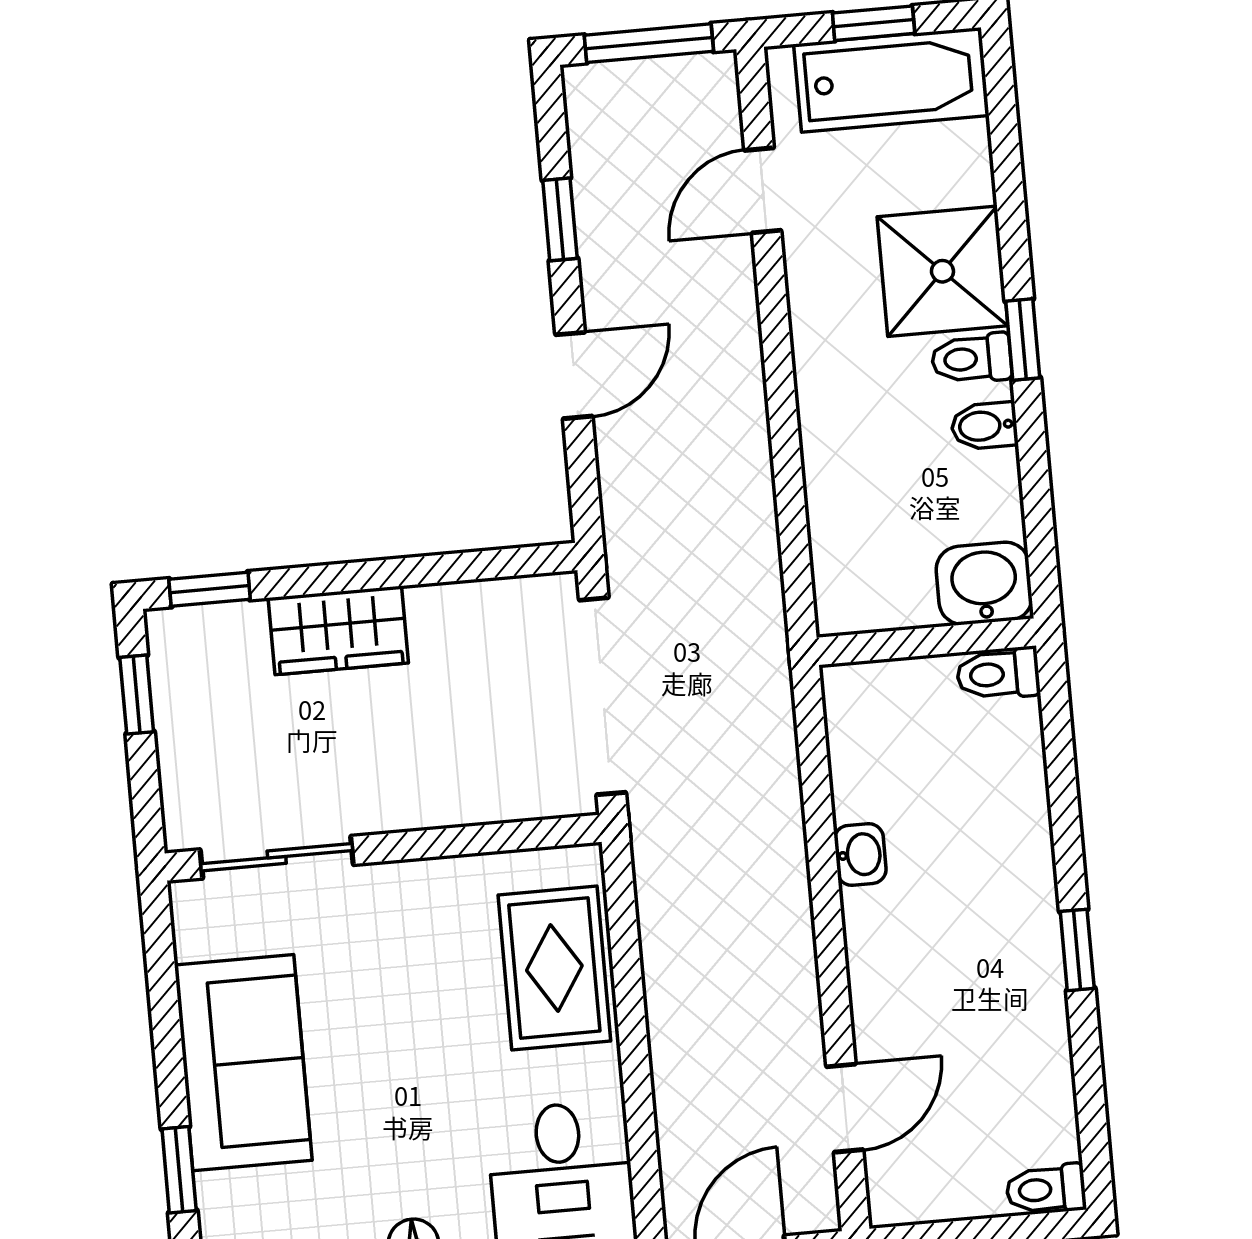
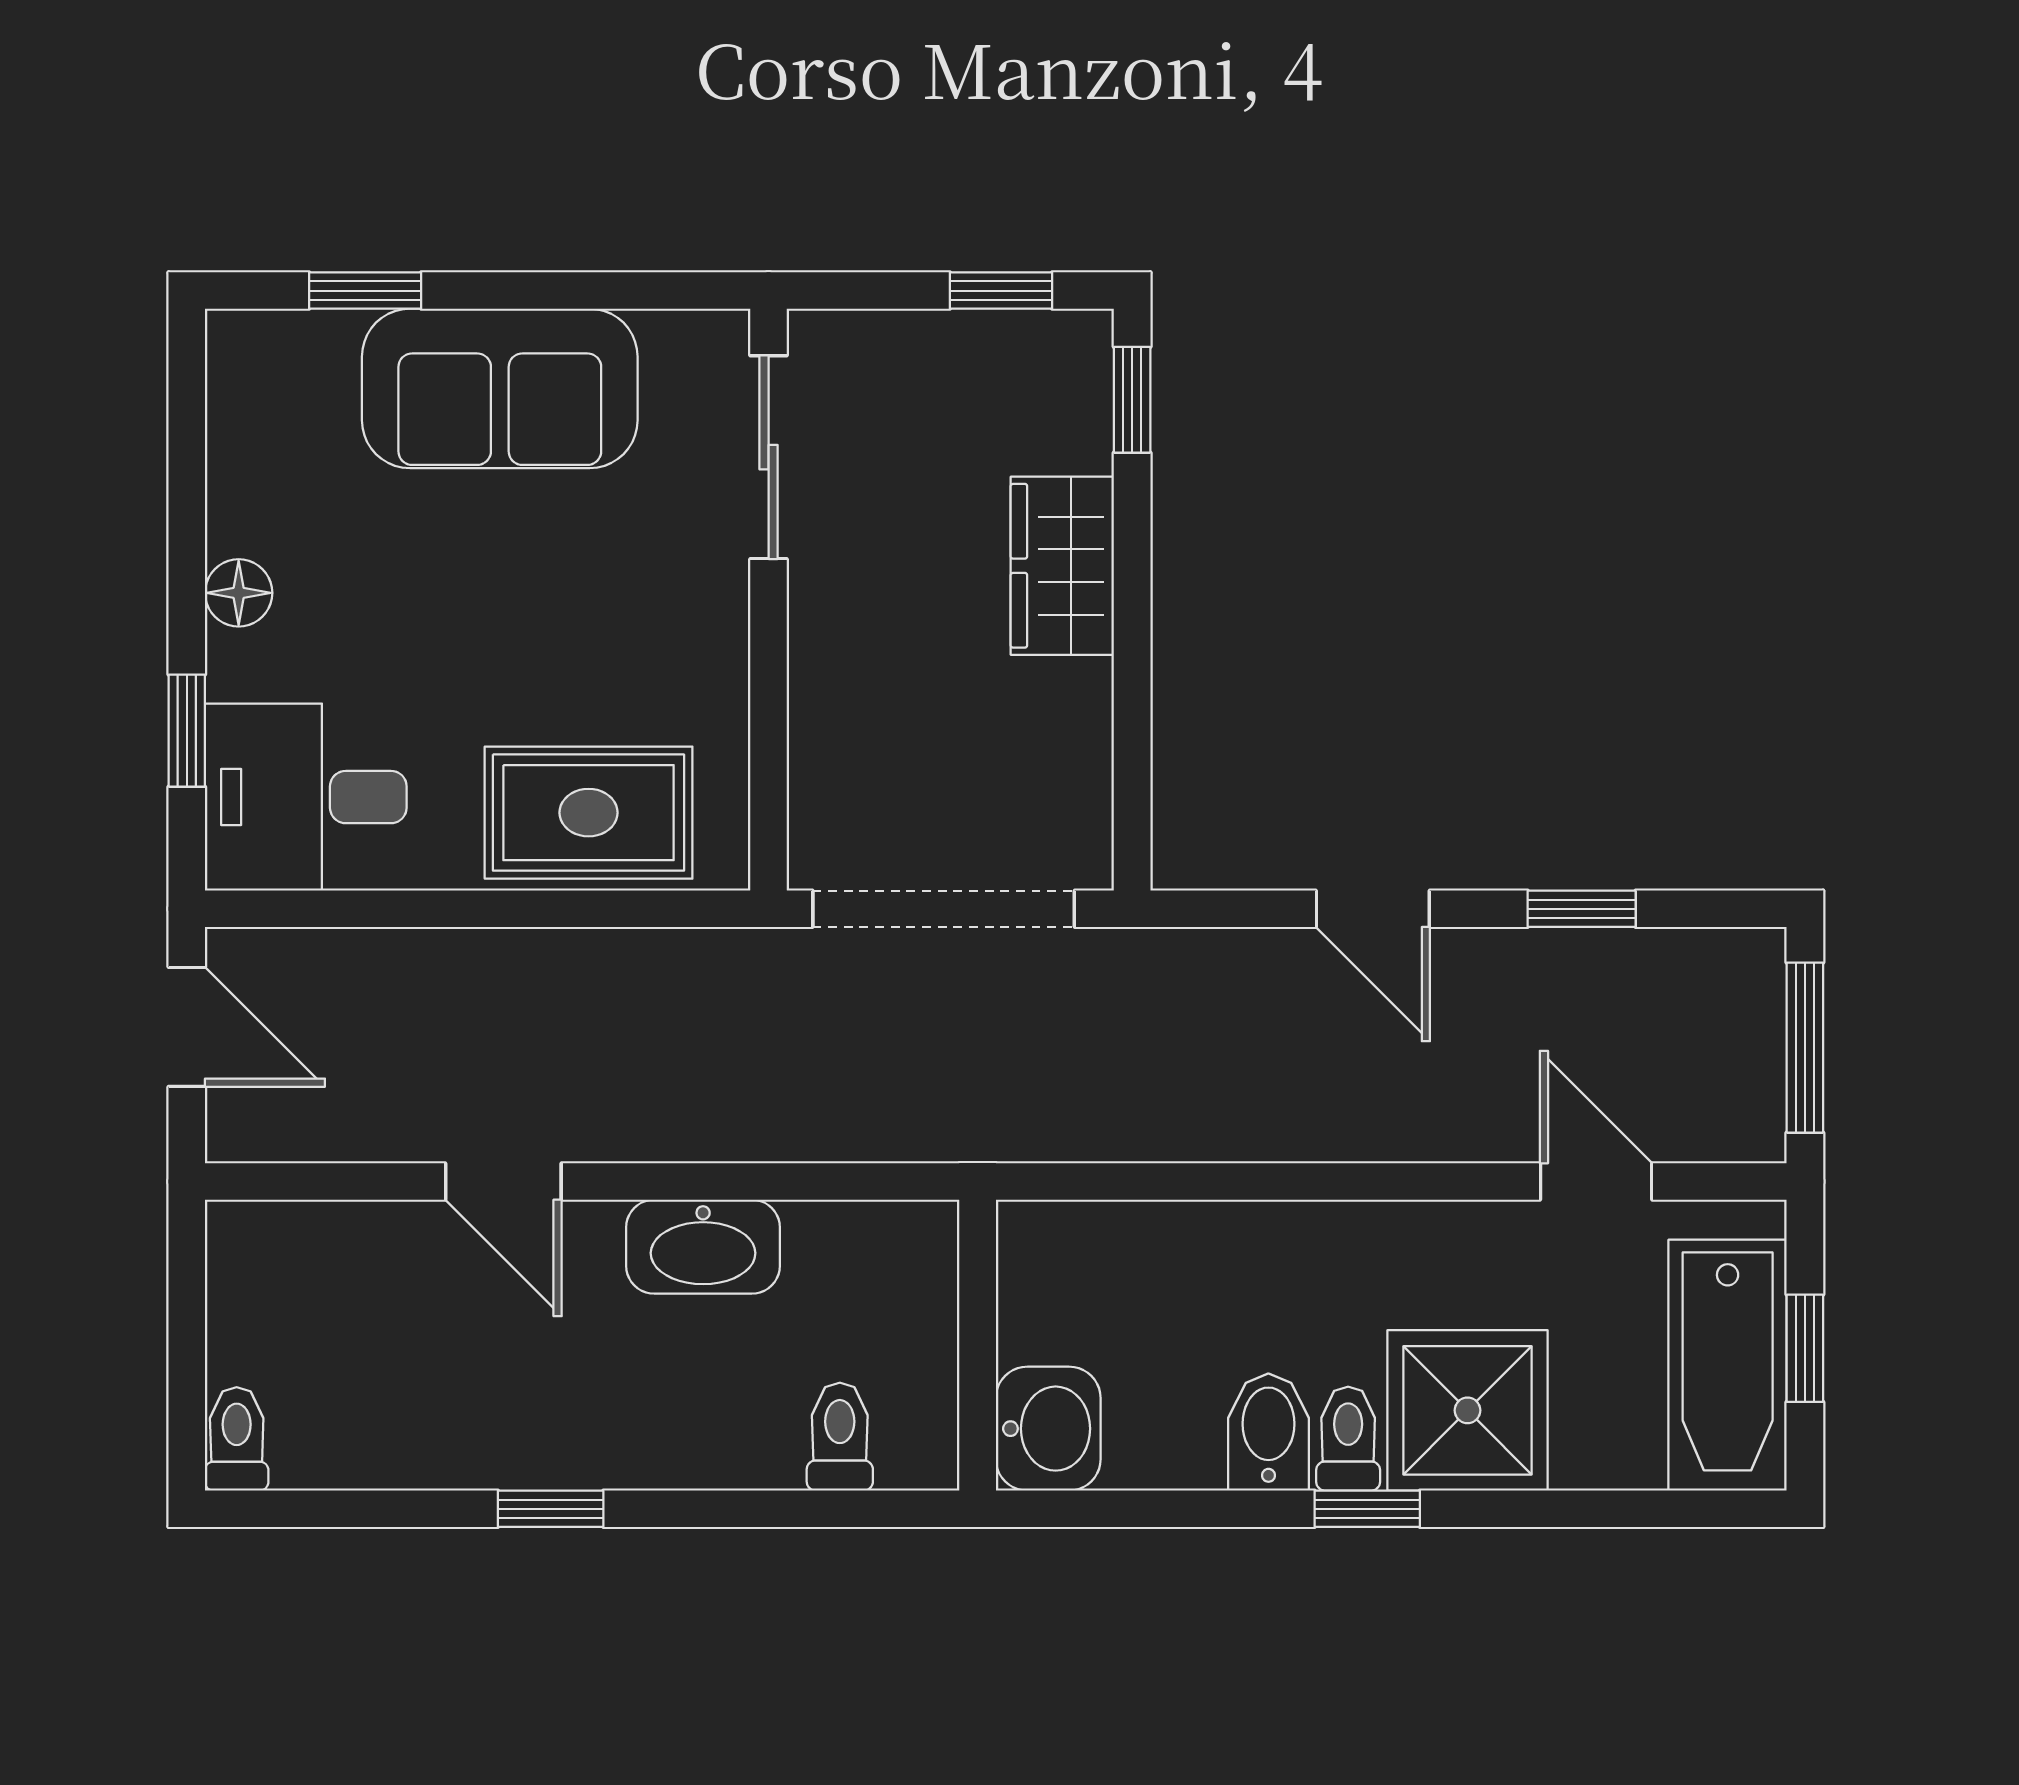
bidet: (984, 426) -> (1268, 1432), width x1.38, depth x1.36
toilet: (998, 674) -> (840, 1437), moved
washbasin: (860, 854) -> (703, 1247), width x1.91, depth x1.45
door: (845, 1108) -> (503, 1181), moved

